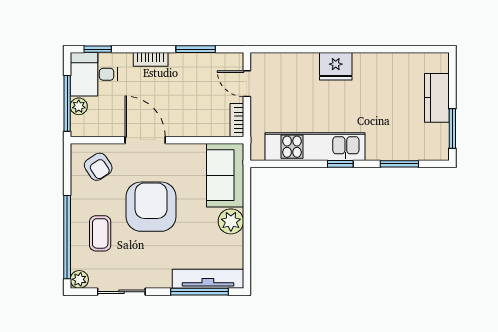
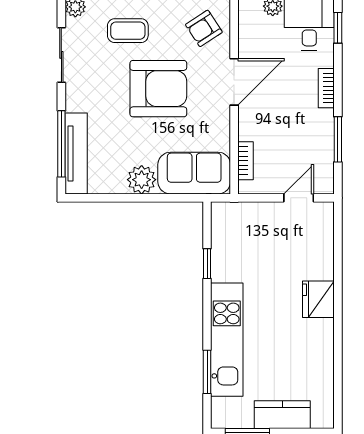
bookcase: (237, 120) -> (246, 161), moved, turned 90
kitchen unit: (315, 147) -> (227, 340), moved
window: (340, 164) -> (207, 264), moved

